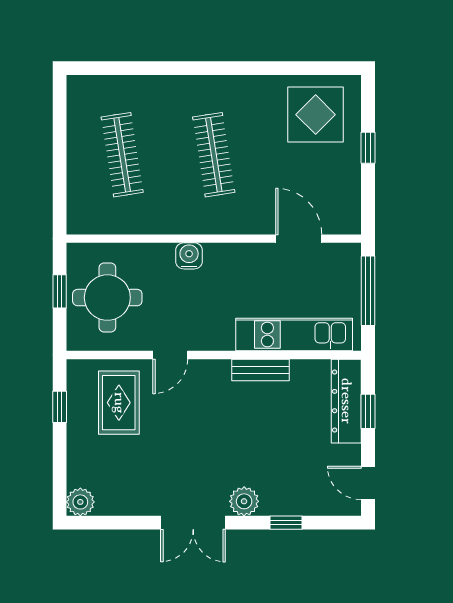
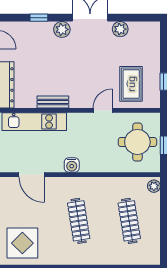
plant: (78, 218) -> (154, 186), added
water cooler: (189, 256) -> (72, 165), moved
plant: (80, 502) -> (120, 29), moved

